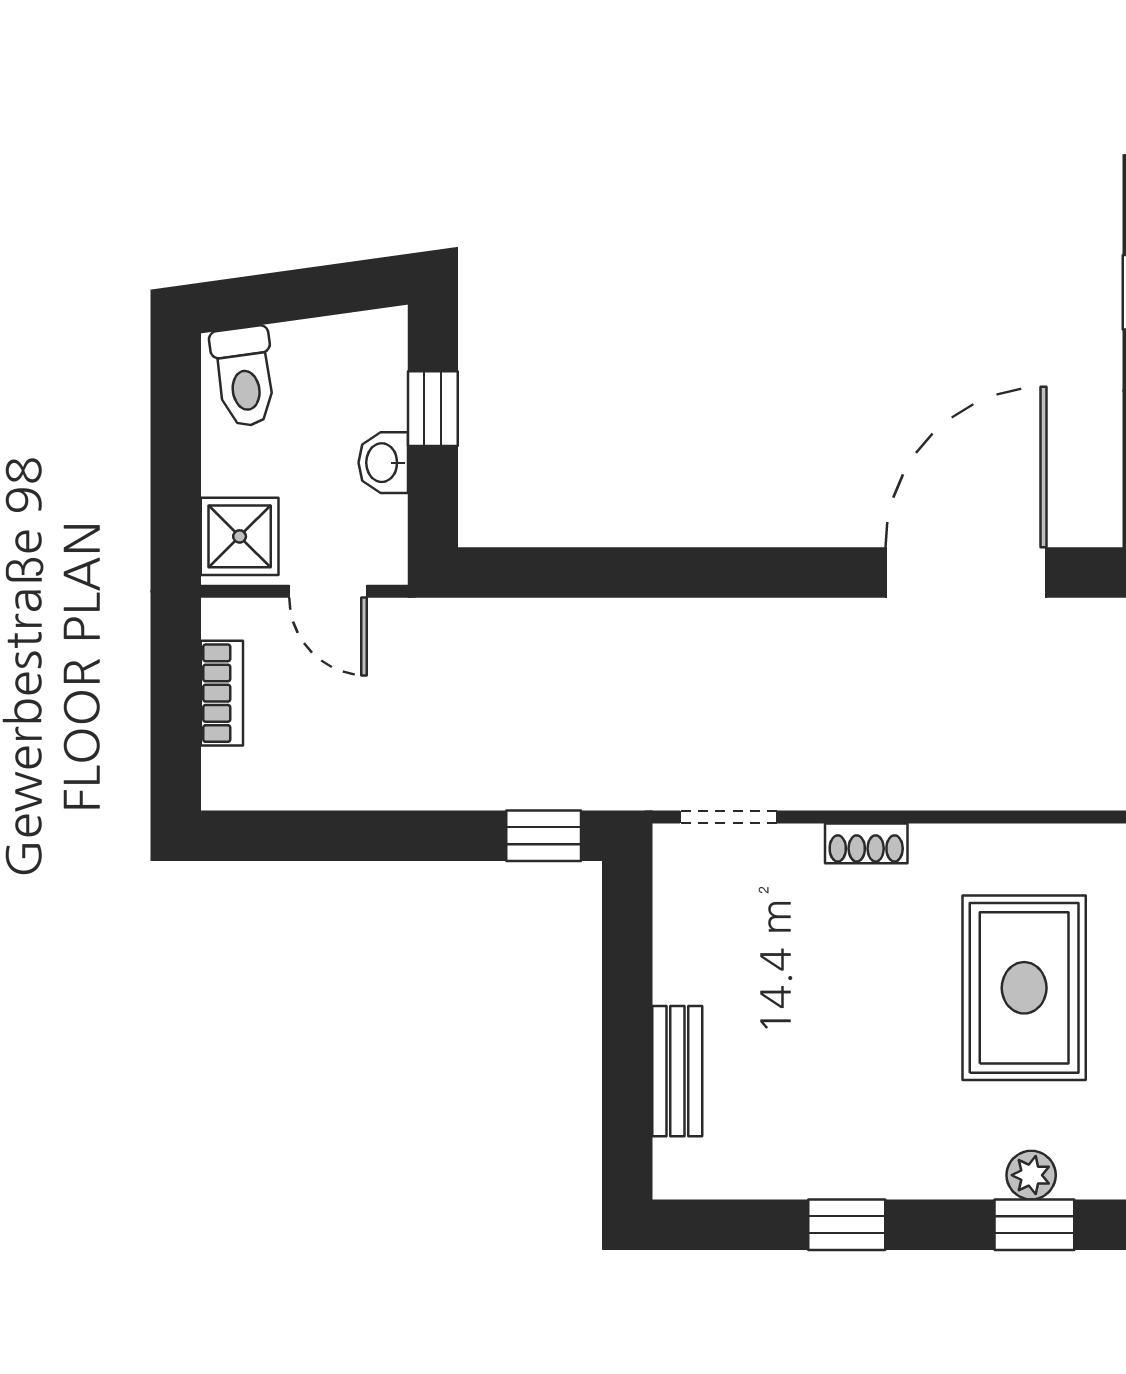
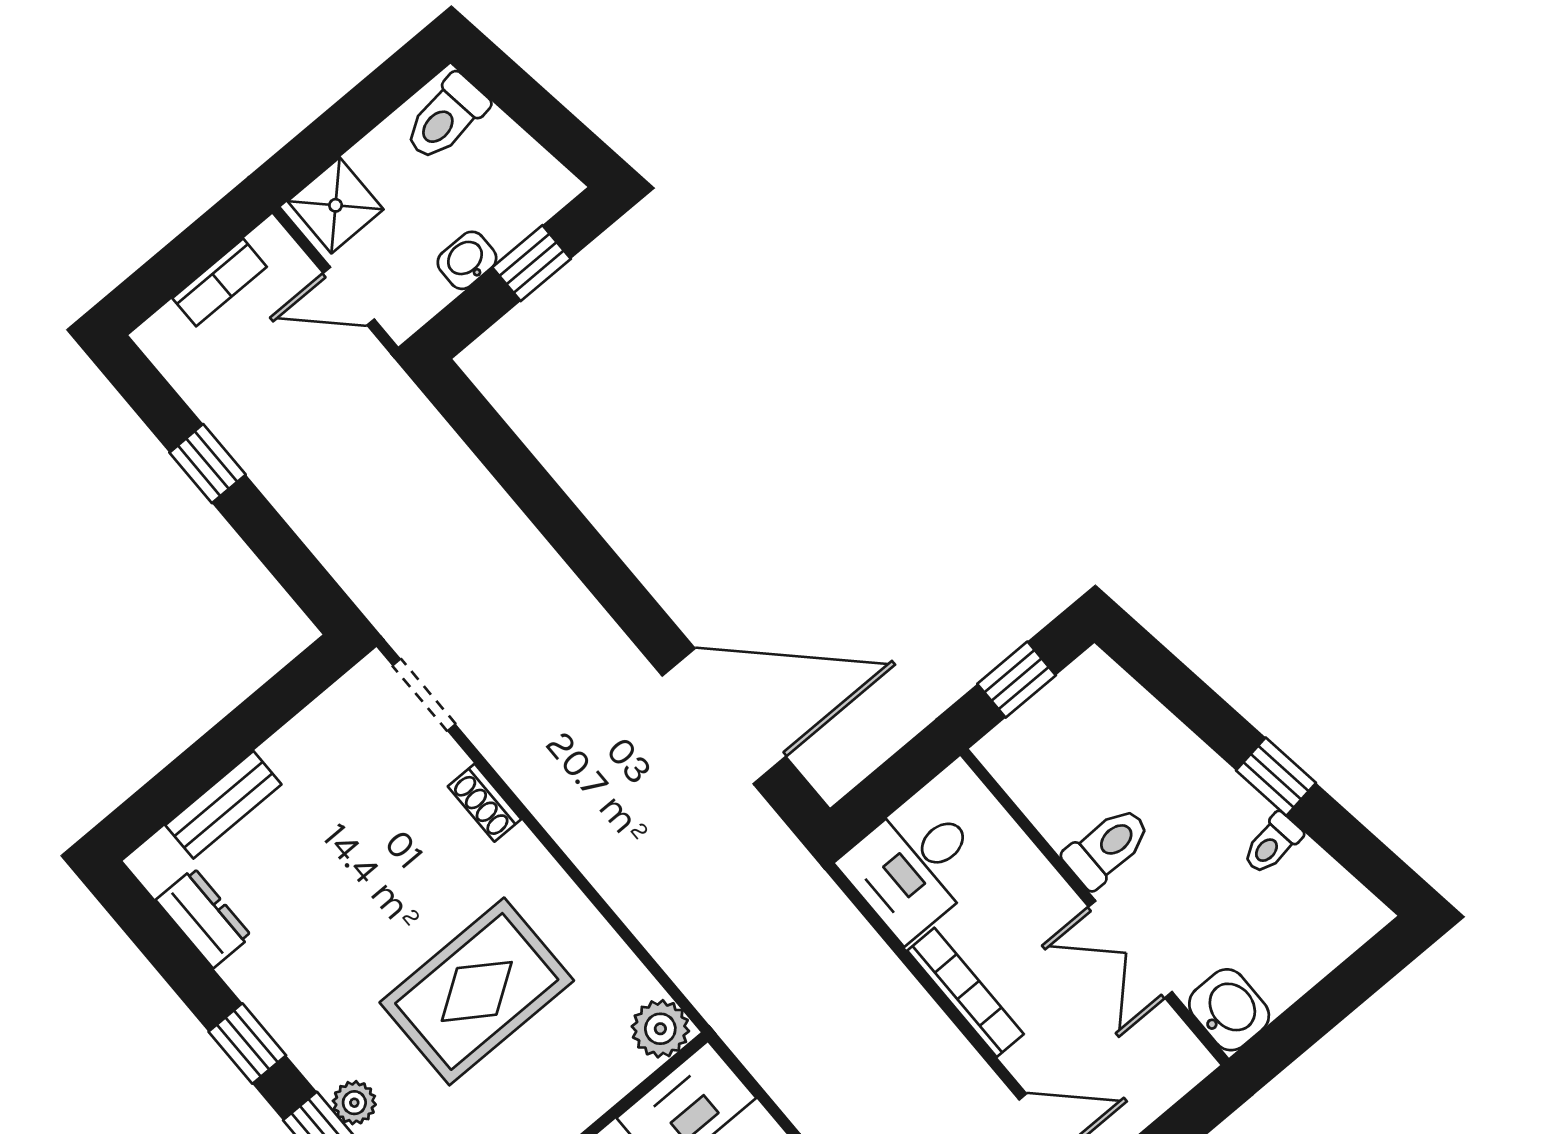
door: (328, 591) -> (349, 296), hinge flipped
window: (544, 836) -> (208, 464), moved
dresser: (761, 1171) -> (204, 918), added
window: (847, 1225) -> (247, 1044), moved

